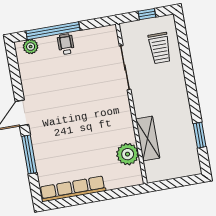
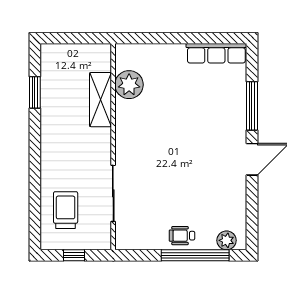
wheelchair: (66, 44) -> (182, 236), turned 90
row of seats: (73, 189) -> (216, 53), width x0.73

